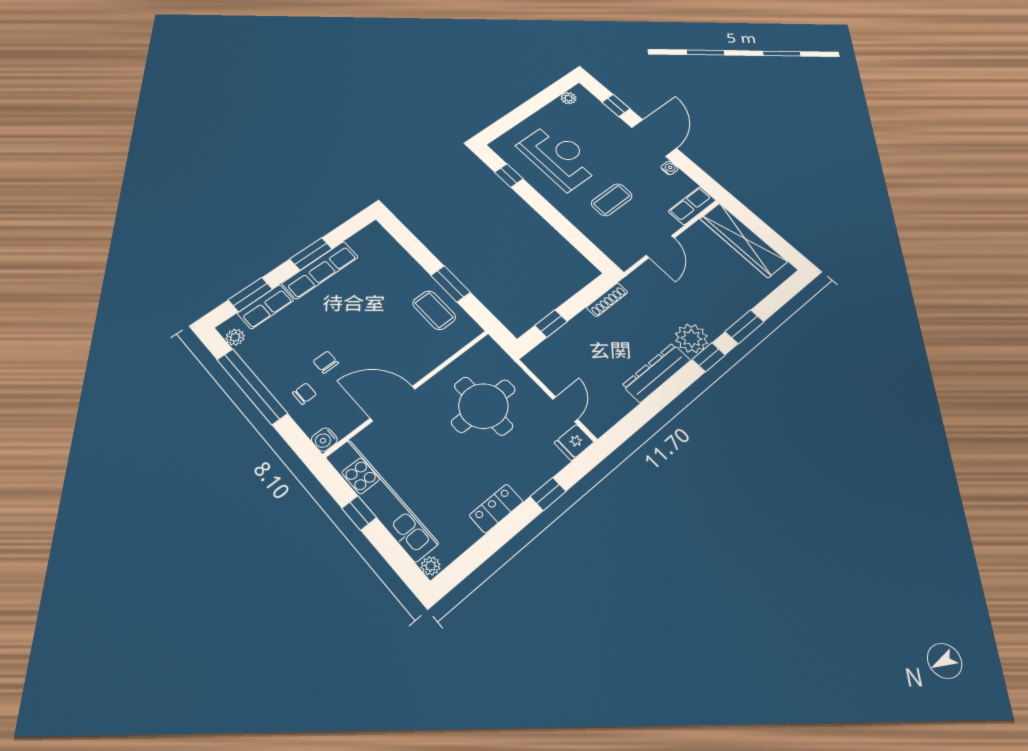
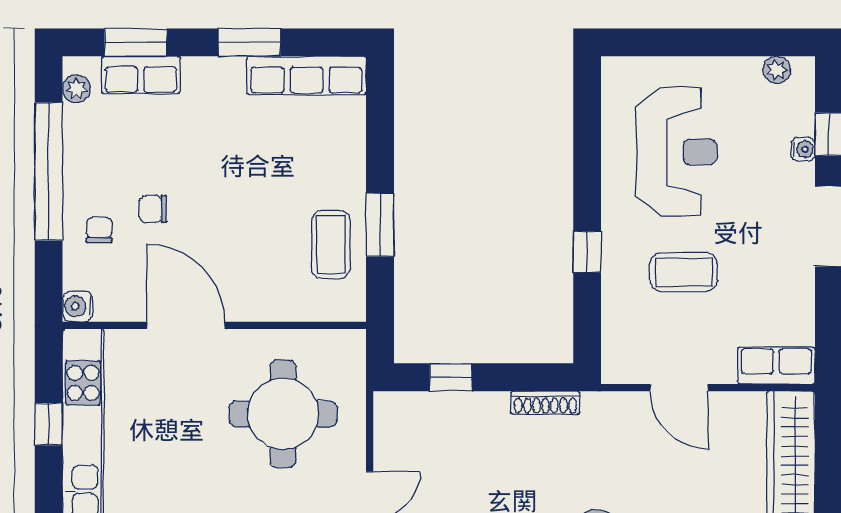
water cooler: (669, 168) -> (803, 149), moved
window: (509, 176) -> (587, 252), moved
door: (660, 247) -> (679, 388), hinge flipped
row of seats: (320, 270) -> (307, 75), moved
chair: (326, 362) -> (153, 209), turned -90
chair: (304, 394) -> (99, 230), turned -90

